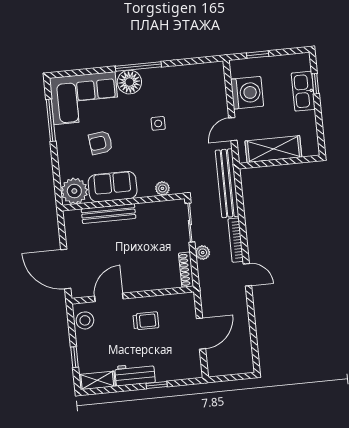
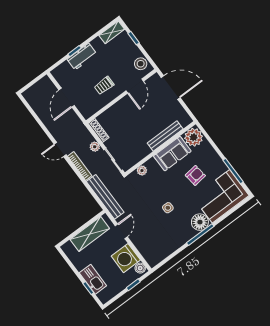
boiler: (237, 70) -> (140, 268), added
workbench: (135, 374) -> (82, 57), moved

